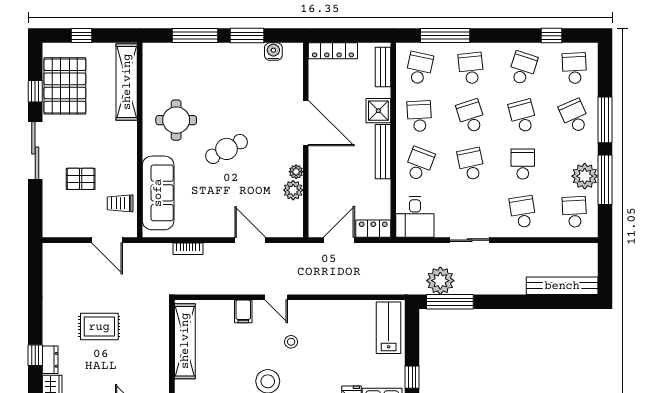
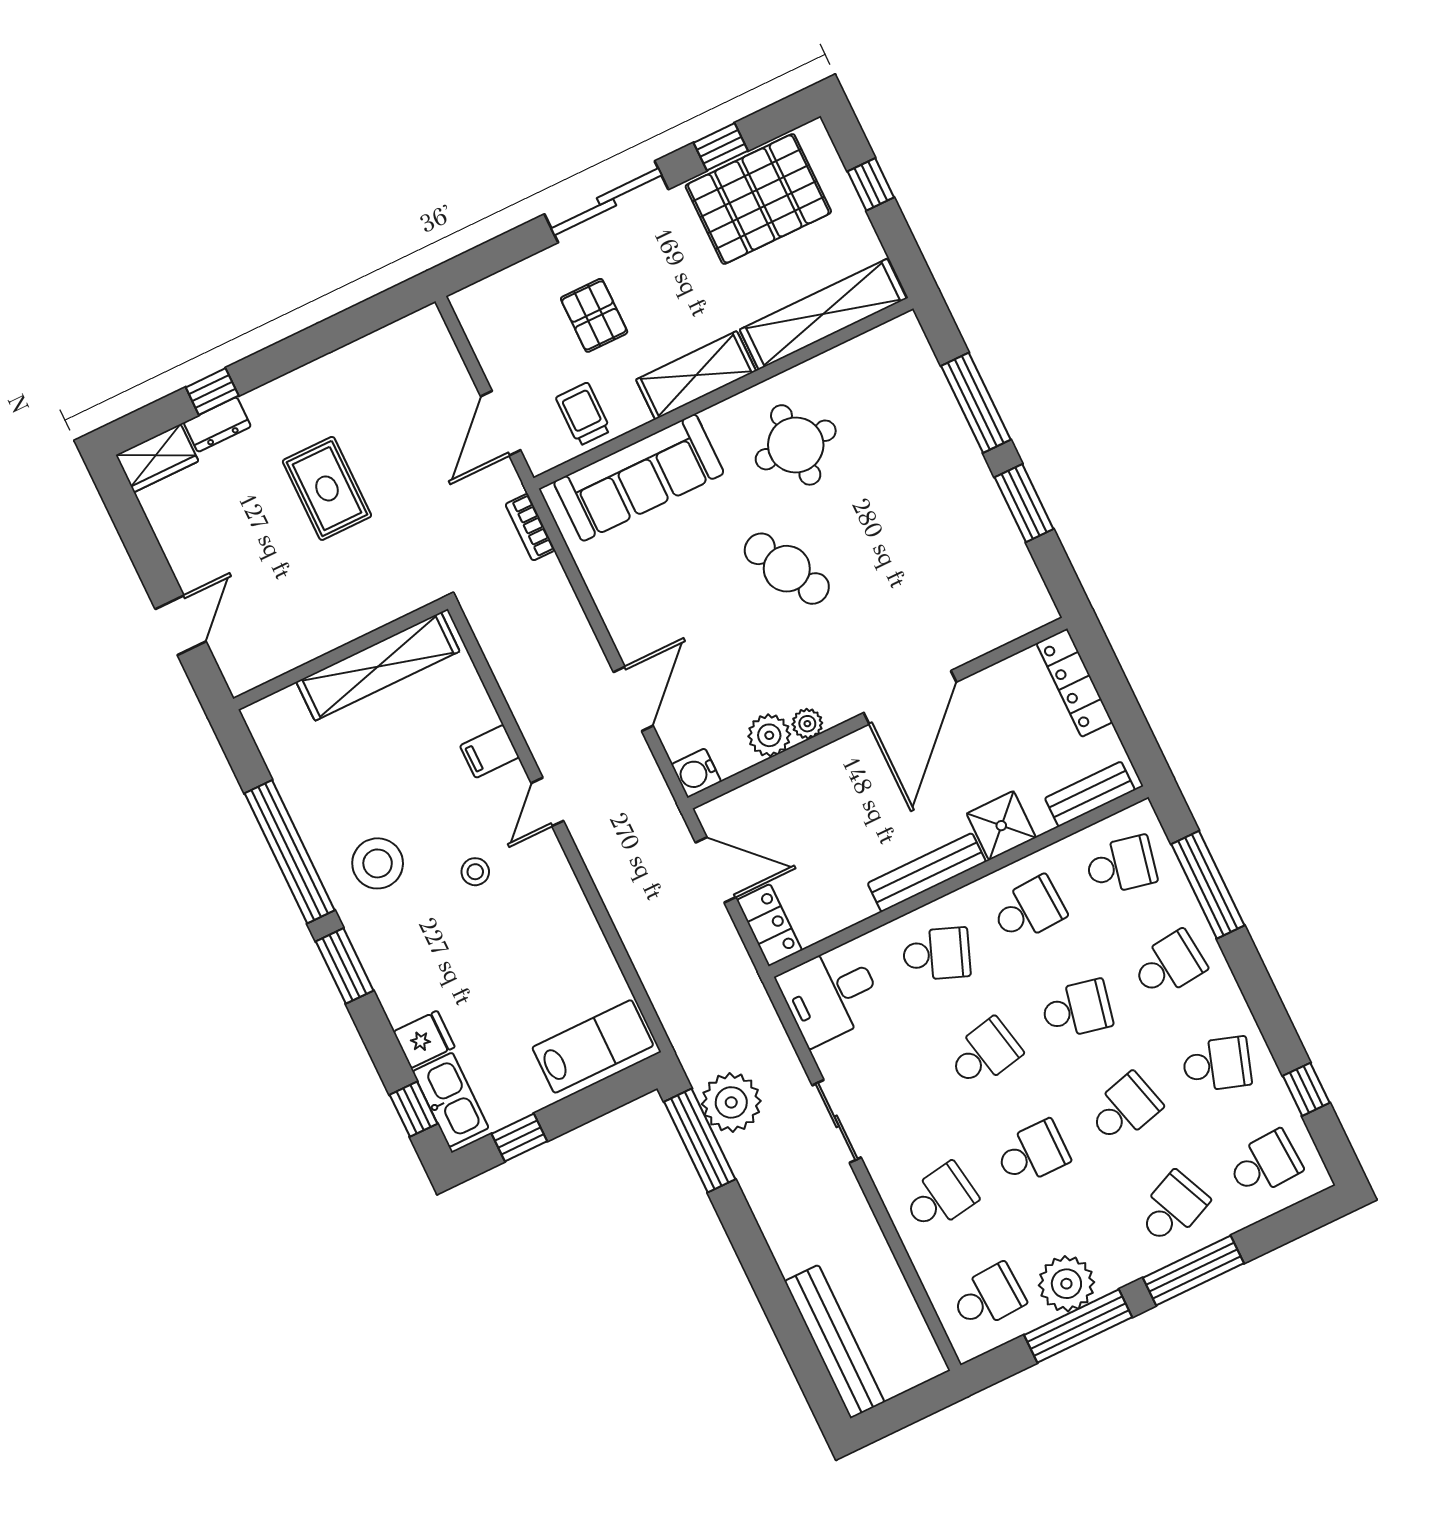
water cooler: (273, 52) -> (696, 773), moved, turned 180
school desk: (471, 116) -> (1077, 1009), turned 30
shelving: (127, 148) -> (696, 375), added
bookcase: (188, 249) -> (530, 527), moved

